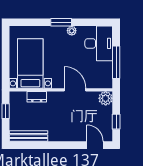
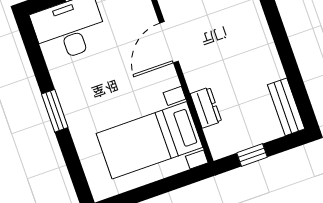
plant: (72, 31) -> (63, 86), removed
bench: (28, 136) -> (286, 107), width x0.73

